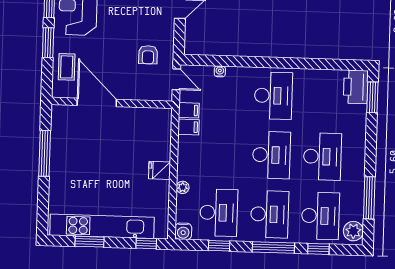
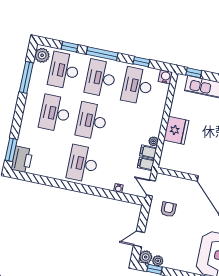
fridge: (160, 170) -> (176, 130), width x1.88, depth x1.34
plant: (183, 187) -> (153, 141), moved

